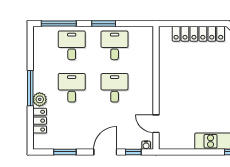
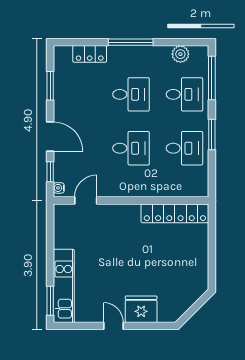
locker: (198, 34) -> (175, 213), moved, turned -90
plant: (40, 99) -> (180, 54), moved

